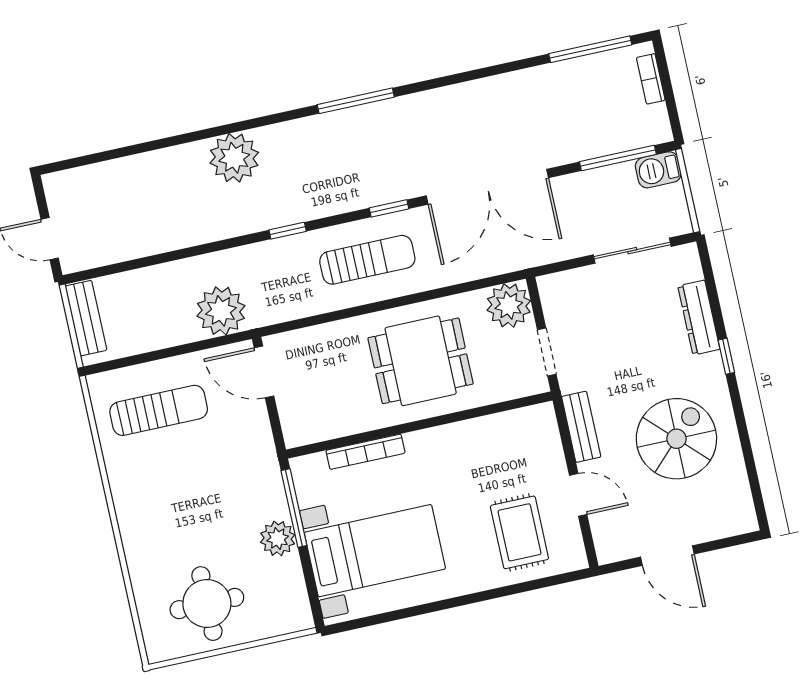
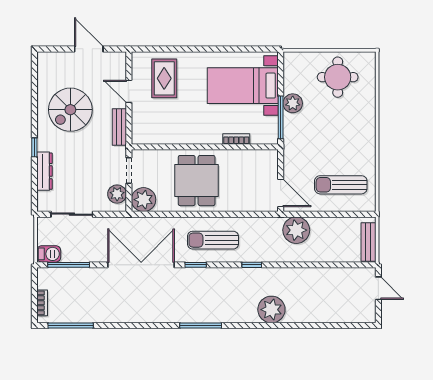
plant: (559, 305) -> (117, 194), added
dining table: (421, 361) -> (197, 181), turned 90
bookcase: (365, 452) -> (236, 139), width x0.64

